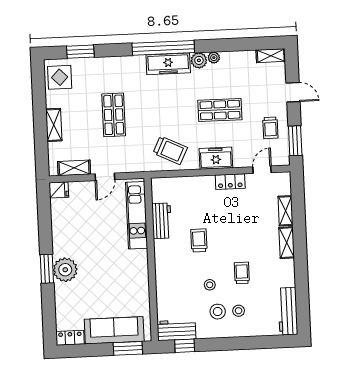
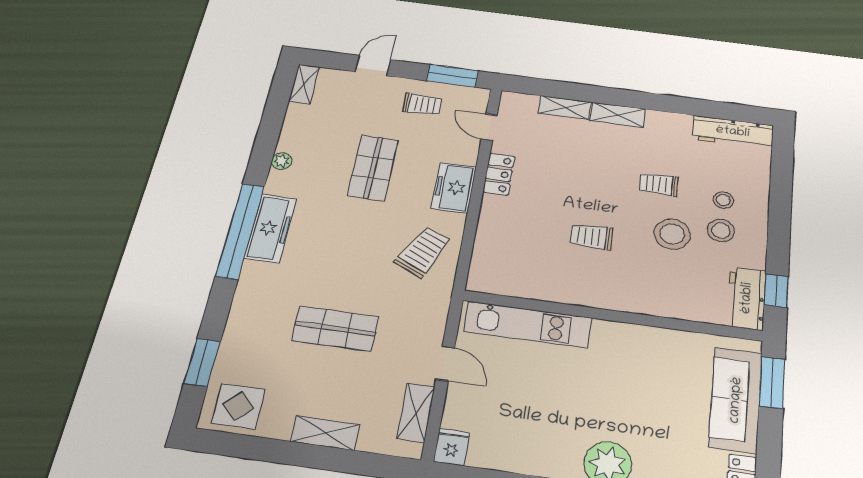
plant: (199, 60) -> (279, 183), removed
workbench: (162, 221) -> (545, 287), removed
stool: (210, 285) -> (672, 234), width x1.89, depth x1.89

